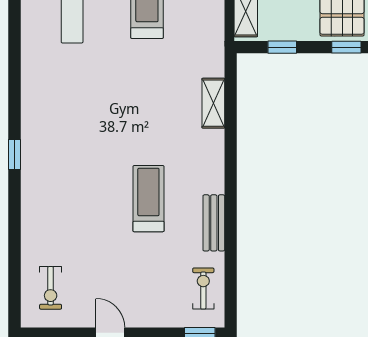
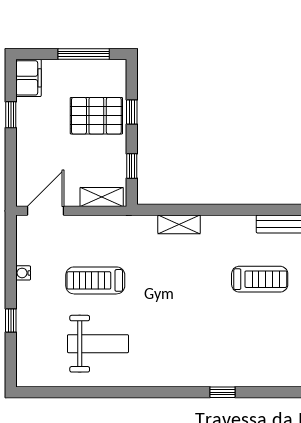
treadmill: (148, 199) -> (260, 279), turned 180

